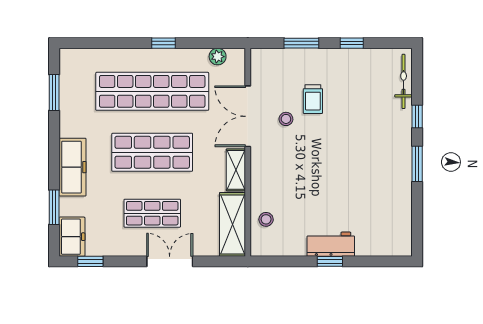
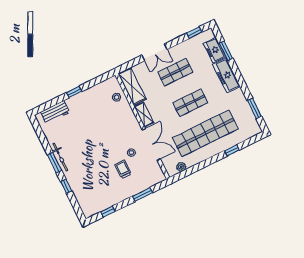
window: (163, 43) -> (232, 150), moved
window: (352, 43) -> (108, 212), moved
bicycle: (404, 81) -> (60, 157), moved
shop shelf: (152, 152) -> (190, 103), width x0.70, depth x0.74
freezer: (72, 237) -> (214, 50), moved
workbench: (331, 244) -> (55, 112), moved

